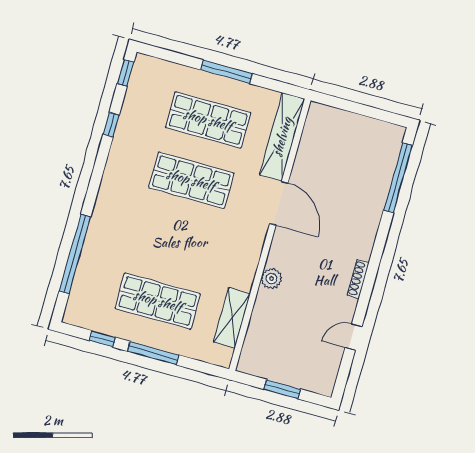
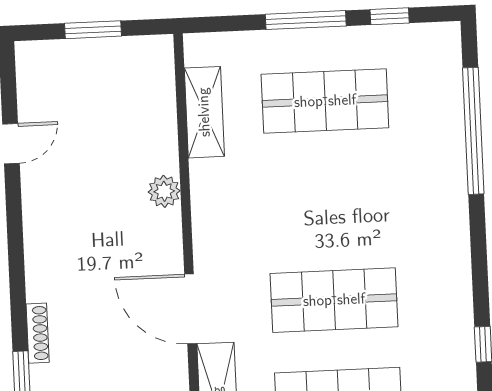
shoe rack: (358, 279) -> (38, 333), moved

